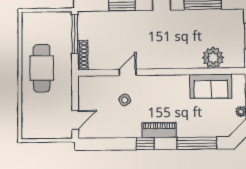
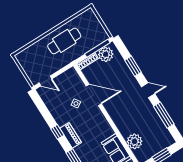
plant: (88, 29) -> (106, 54), added
door: (128, 72) -> (94, 95), width x1.87

